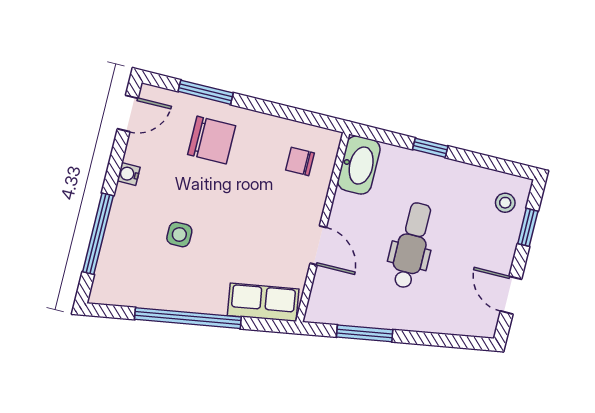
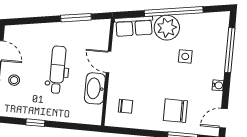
window: (430, 148) -> (35, 123), moved
washbasin: (359, 165) -> (95, 88), moved
stool: (505, 203) -> (14, 80), moved
dental chair: (412, 245) -> (57, 70), turned 180
plant: (205, 291) -> (167, 28), added

